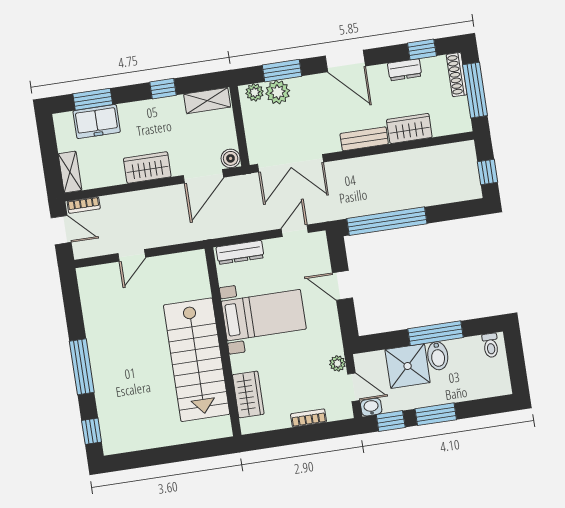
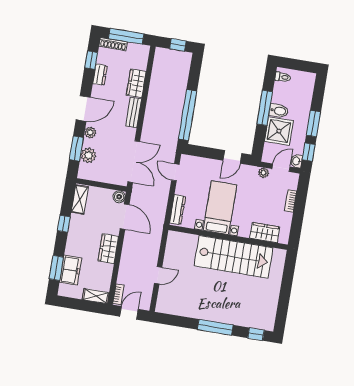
plant: (255, 92) -> (90, 132), moved
door: (132, 255) -> (158, 275), hinge flipped
door: (342, 285) -> (232, 157), moved

